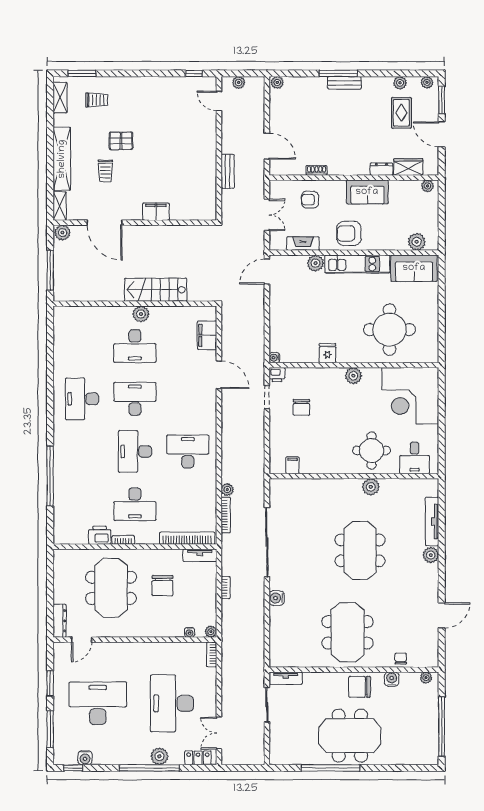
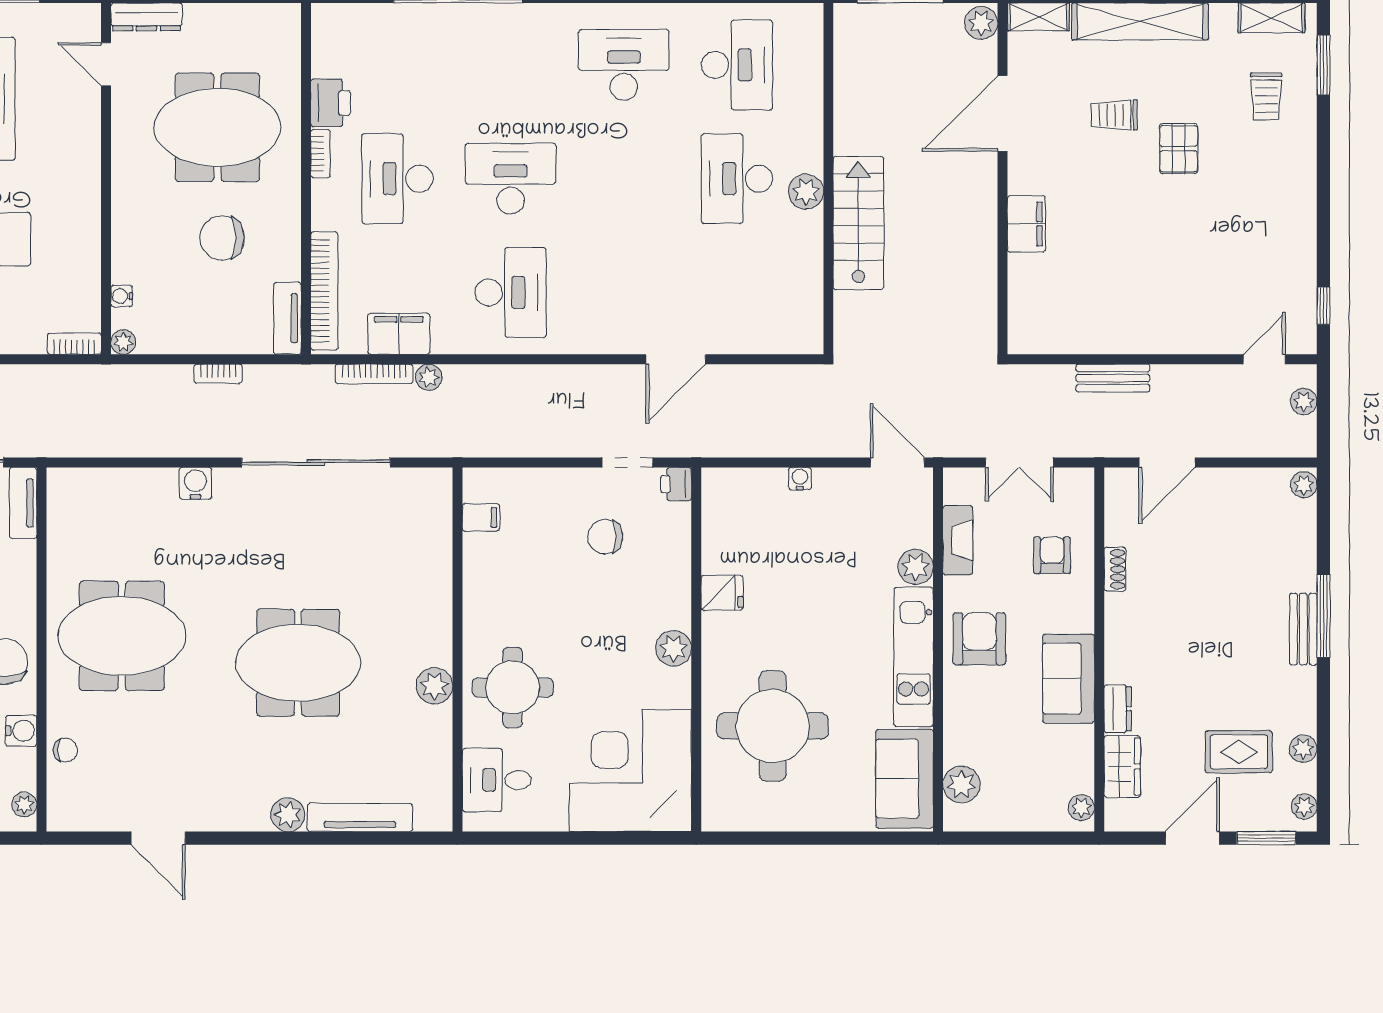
filing cabinet: (207, 335) -> (399, 334), moved
water cooler: (274, 358) -> (800, 479), moved
desk: (135, 399) -> (737, 65), moved

